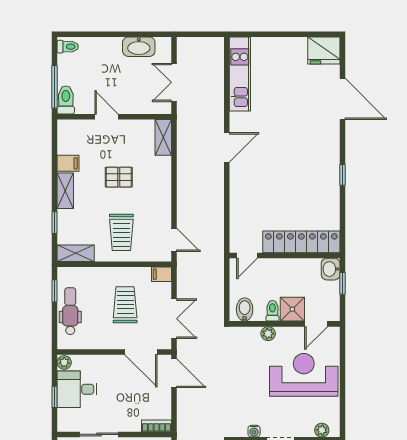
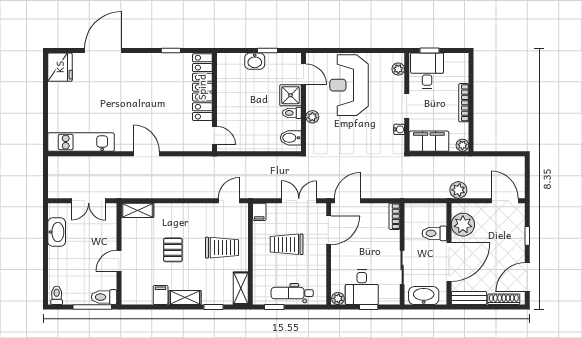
locker: (301, 242) -> (202, 87), moved
door: (247, 255) -> (214, 136), moved
wall: (285, 255) -> (214, 102), moved

